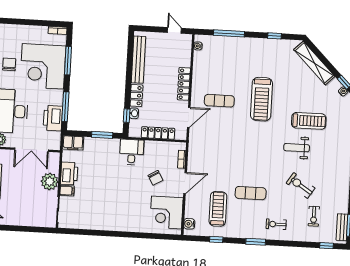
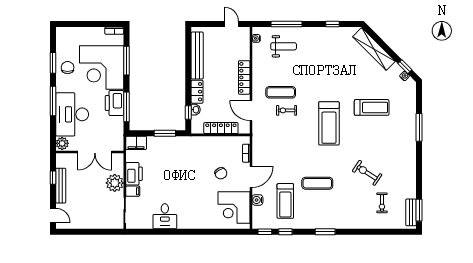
treadmill: (261, 99) -> (329, 123), moved
door: (189, 117) -> (251, 111), swing flipped
printer: (53, 118) -> (114, 103), moved
weight bench: (297, 148) -> (284, 46), moved, turned 180
desk: (132, 152) -> (165, 216), moved, turned 180
treadmill: (218, 209) -> (285, 201), turned 180
water cooler: (189, 224) -> (257, 200), moved
exercise bike: (276, 224) -> (287, 110), moved
window: (326, 246) -> (265, 232), moved

